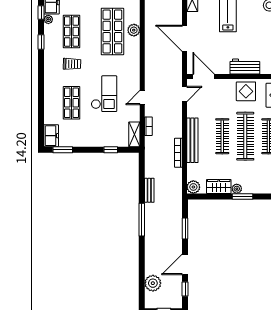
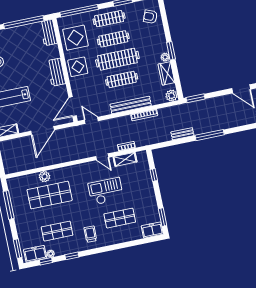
trolley: (72, 64) -> (90, 234), moved
shelving: (134, 134) -> (125, 159), moved
window: (185, 228) -> (195, 98), moved

